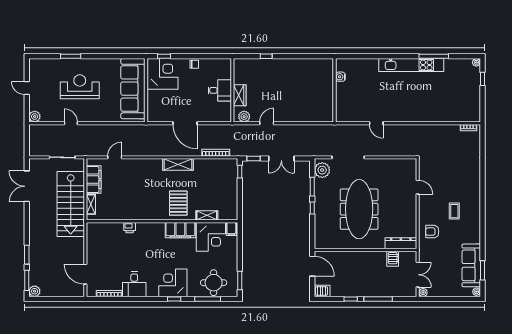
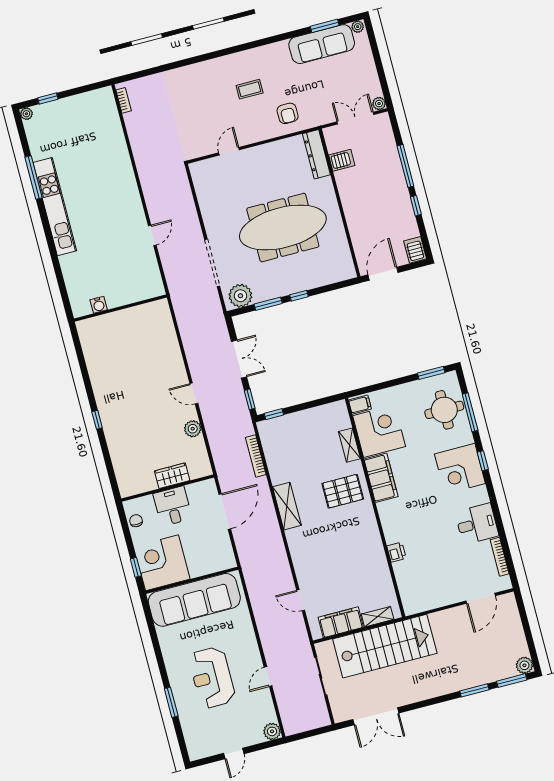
desk: (220, 90) -> (173, 506), moved
wall: (232, 90) -> (168, 488), moved
wardrobe: (240, 95) -> (172, 476), moved

